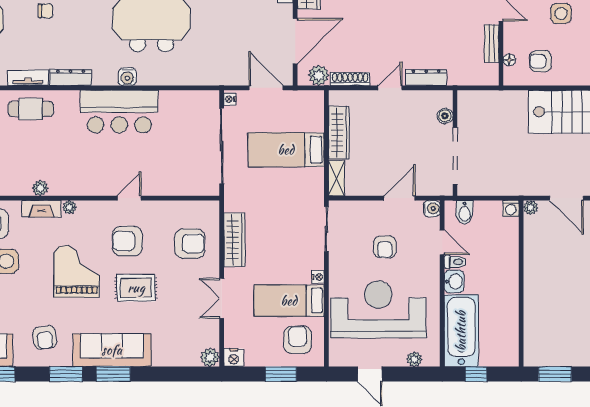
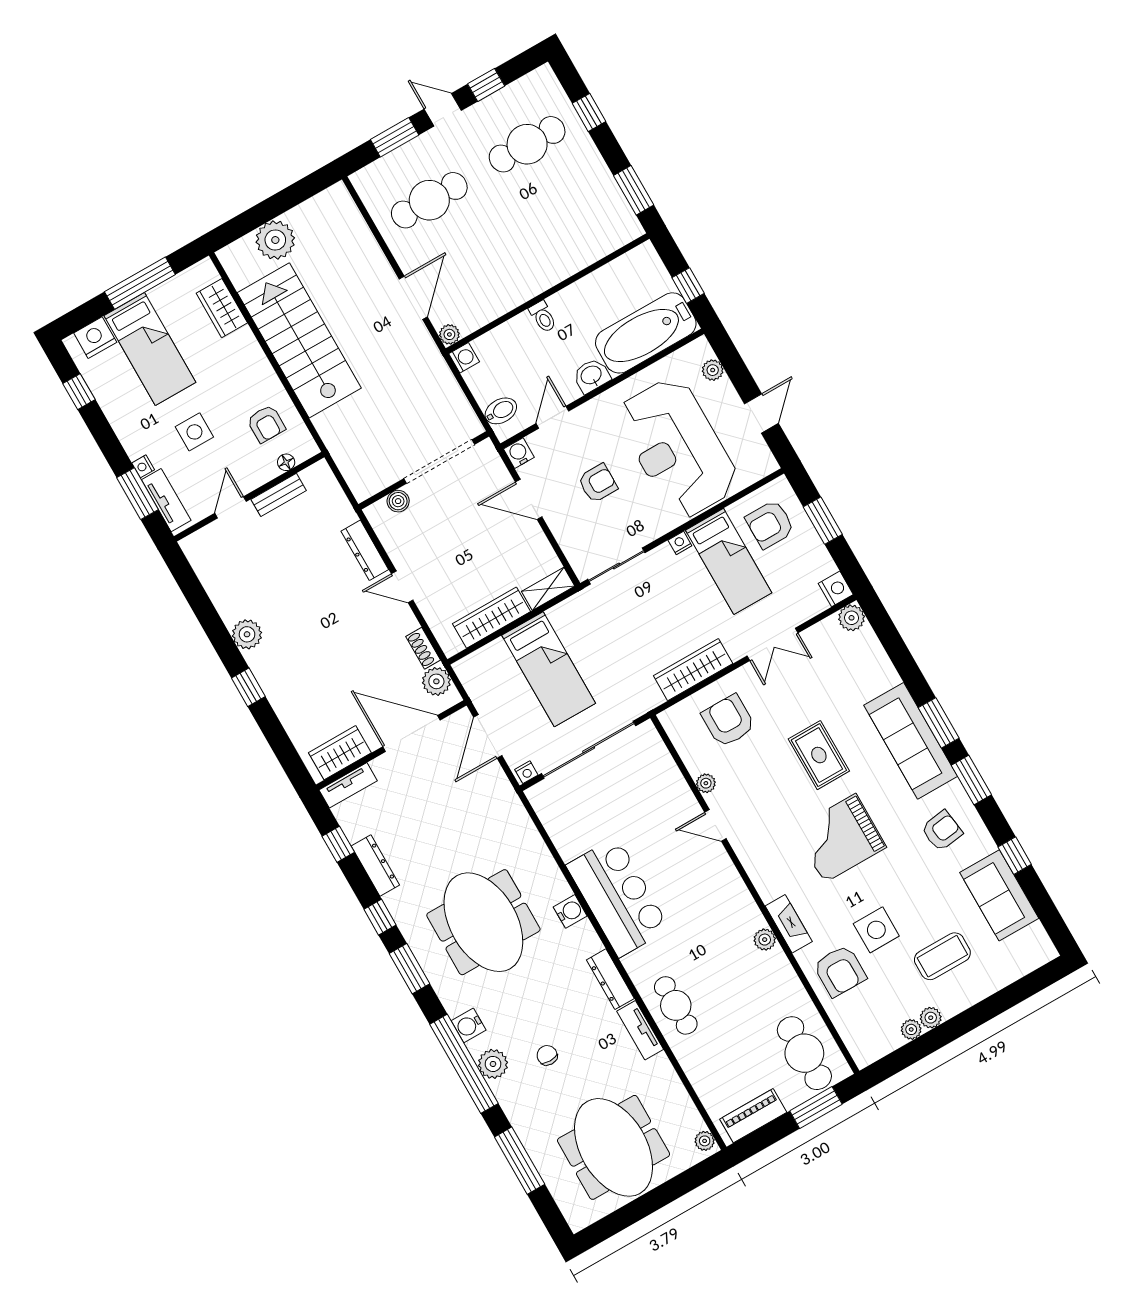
shoe rack: (350, 79) -> (423, 648), width x0.70
plant: (69, 207) -> (706, 783), moved
armchair: (127, 241) -> (768, 798), removed
toilet: (455, 262) -> (543, 317), moved, turned 180

